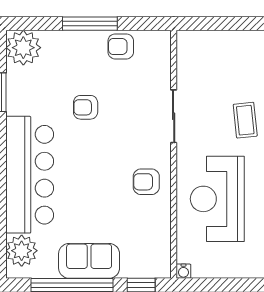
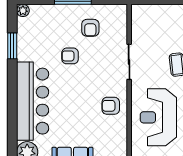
armchair: (121, 46) -> (90, 28), moved, turned -90
plant: (23, 48) -> (23, 10), width x0.53, depth x0.53

